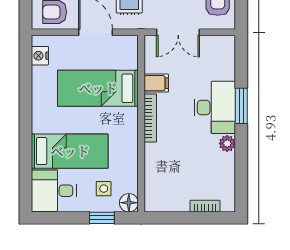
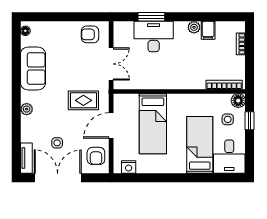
filing cabinet: (156, 83) -> (208, 30), moved, turned 180
window: (241, 106) -> (151, 17), moved
desk: (215, 107) -> (154, 37), moved
bookcase: (150, 118) -> (224, 85), moved

